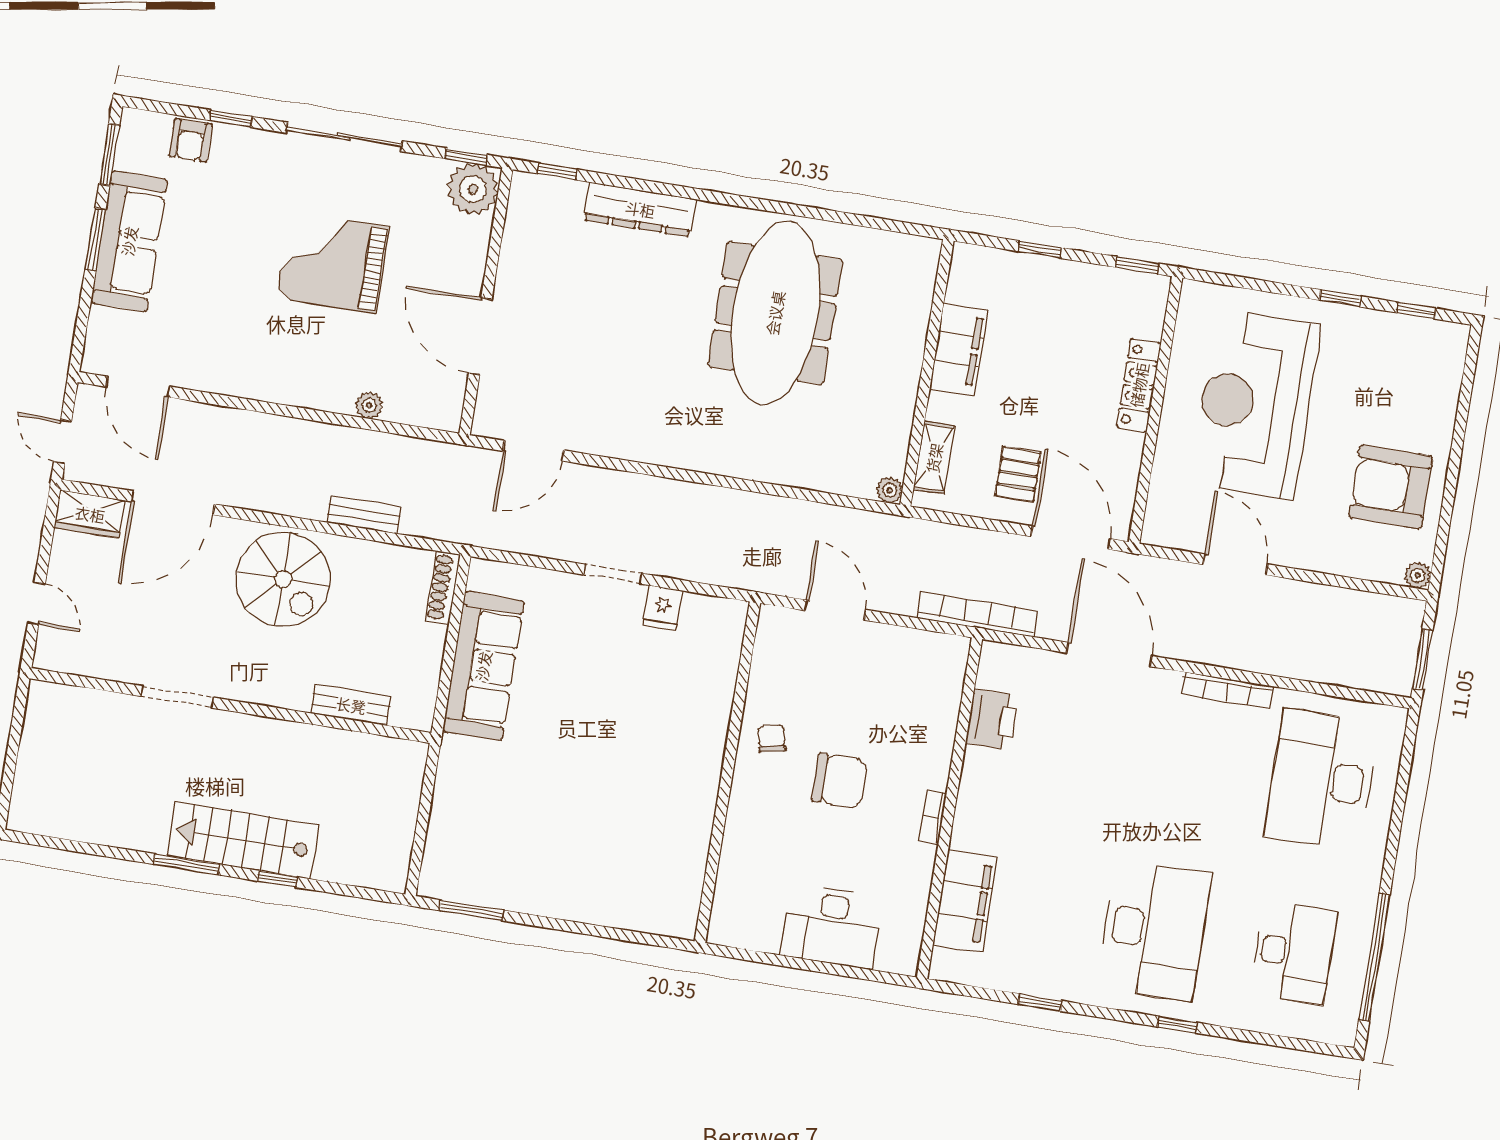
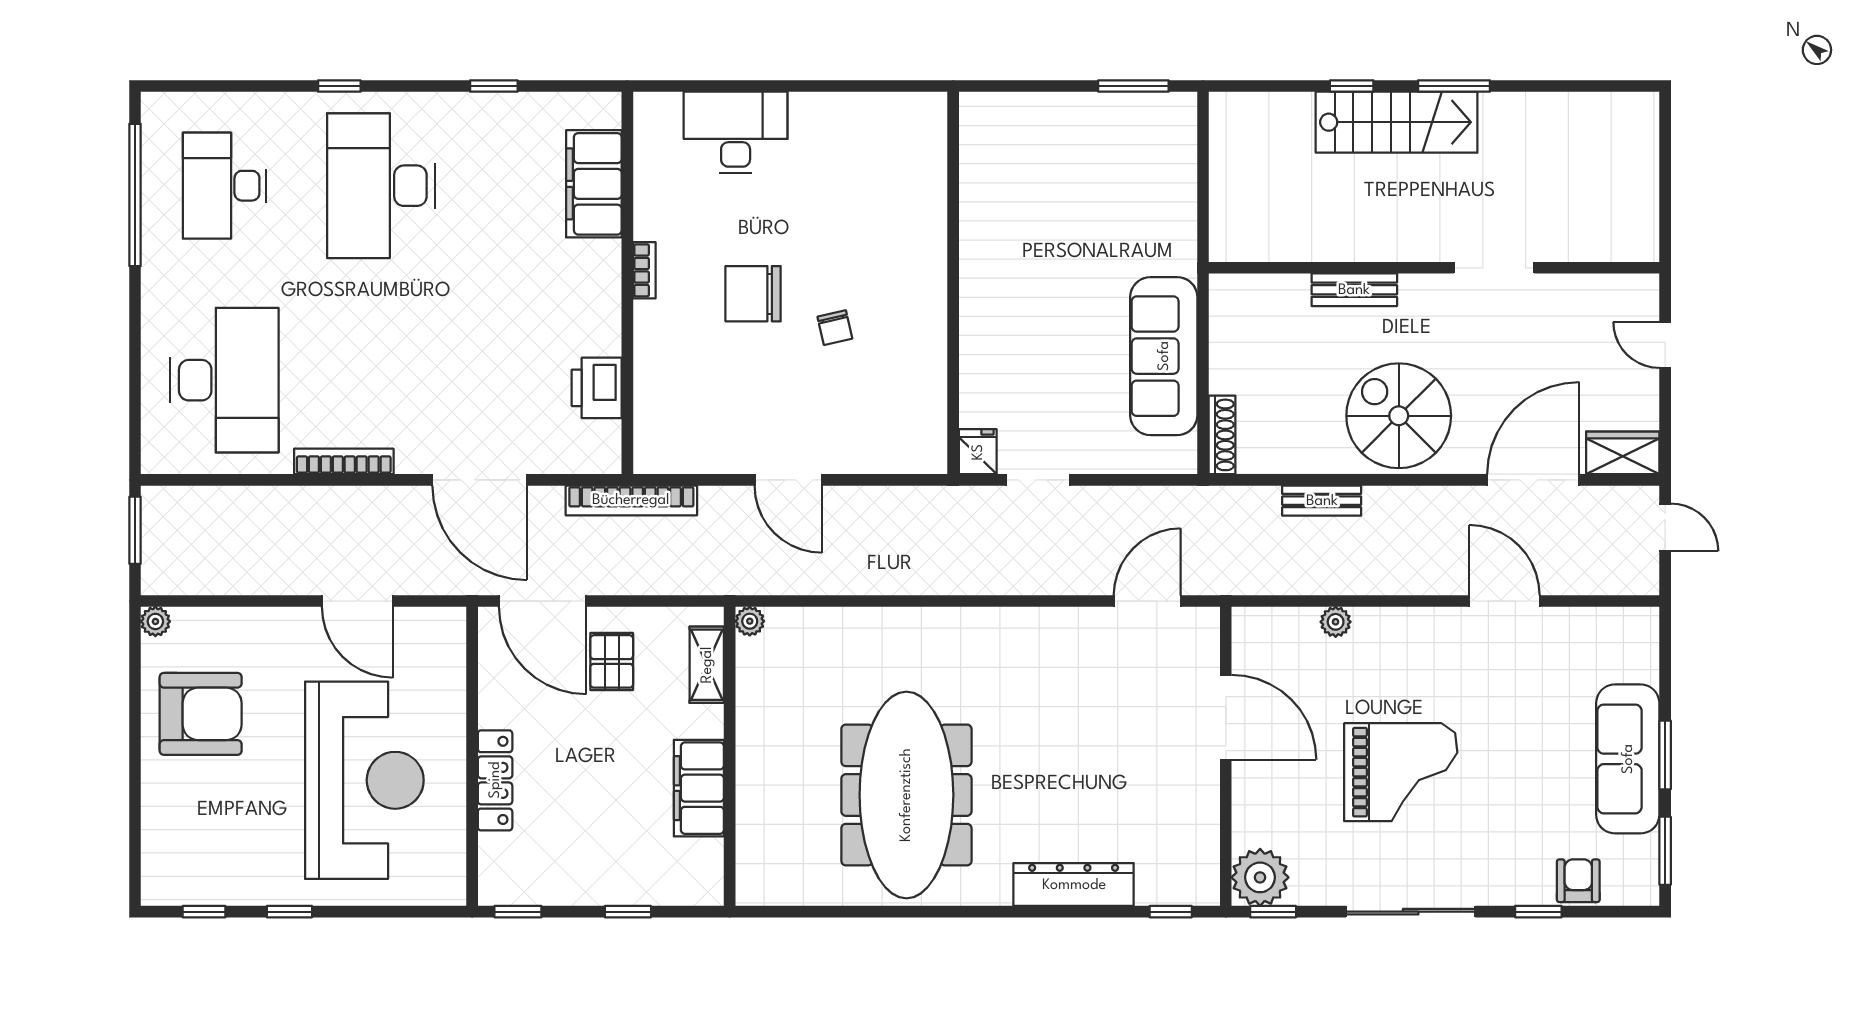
door: (138, 387) -> (1504, 601), moved
bench: (351, 705) -> (1354, 290), moved
wall: (727, 772) -> (953, 283), moved

